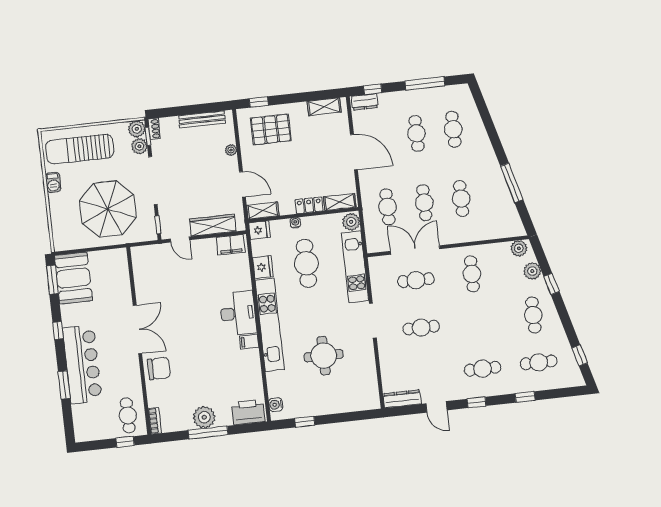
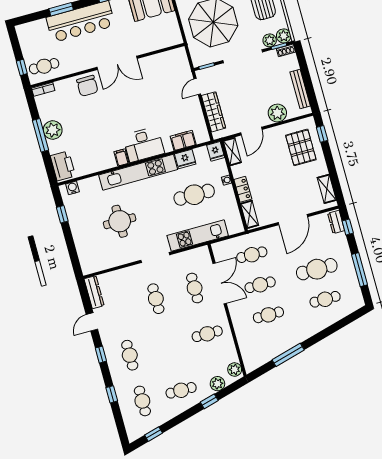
cafe table: (416, 133) -> (317, 269), width x1.37, depth x1.35
plant: (231, 150) -> (277, 113), width x1.88, depth x1.88
plant: (351, 222) -> (235, 226), removed
filing cabinet: (231, 245) -> (183, 140), moved, turned 90

